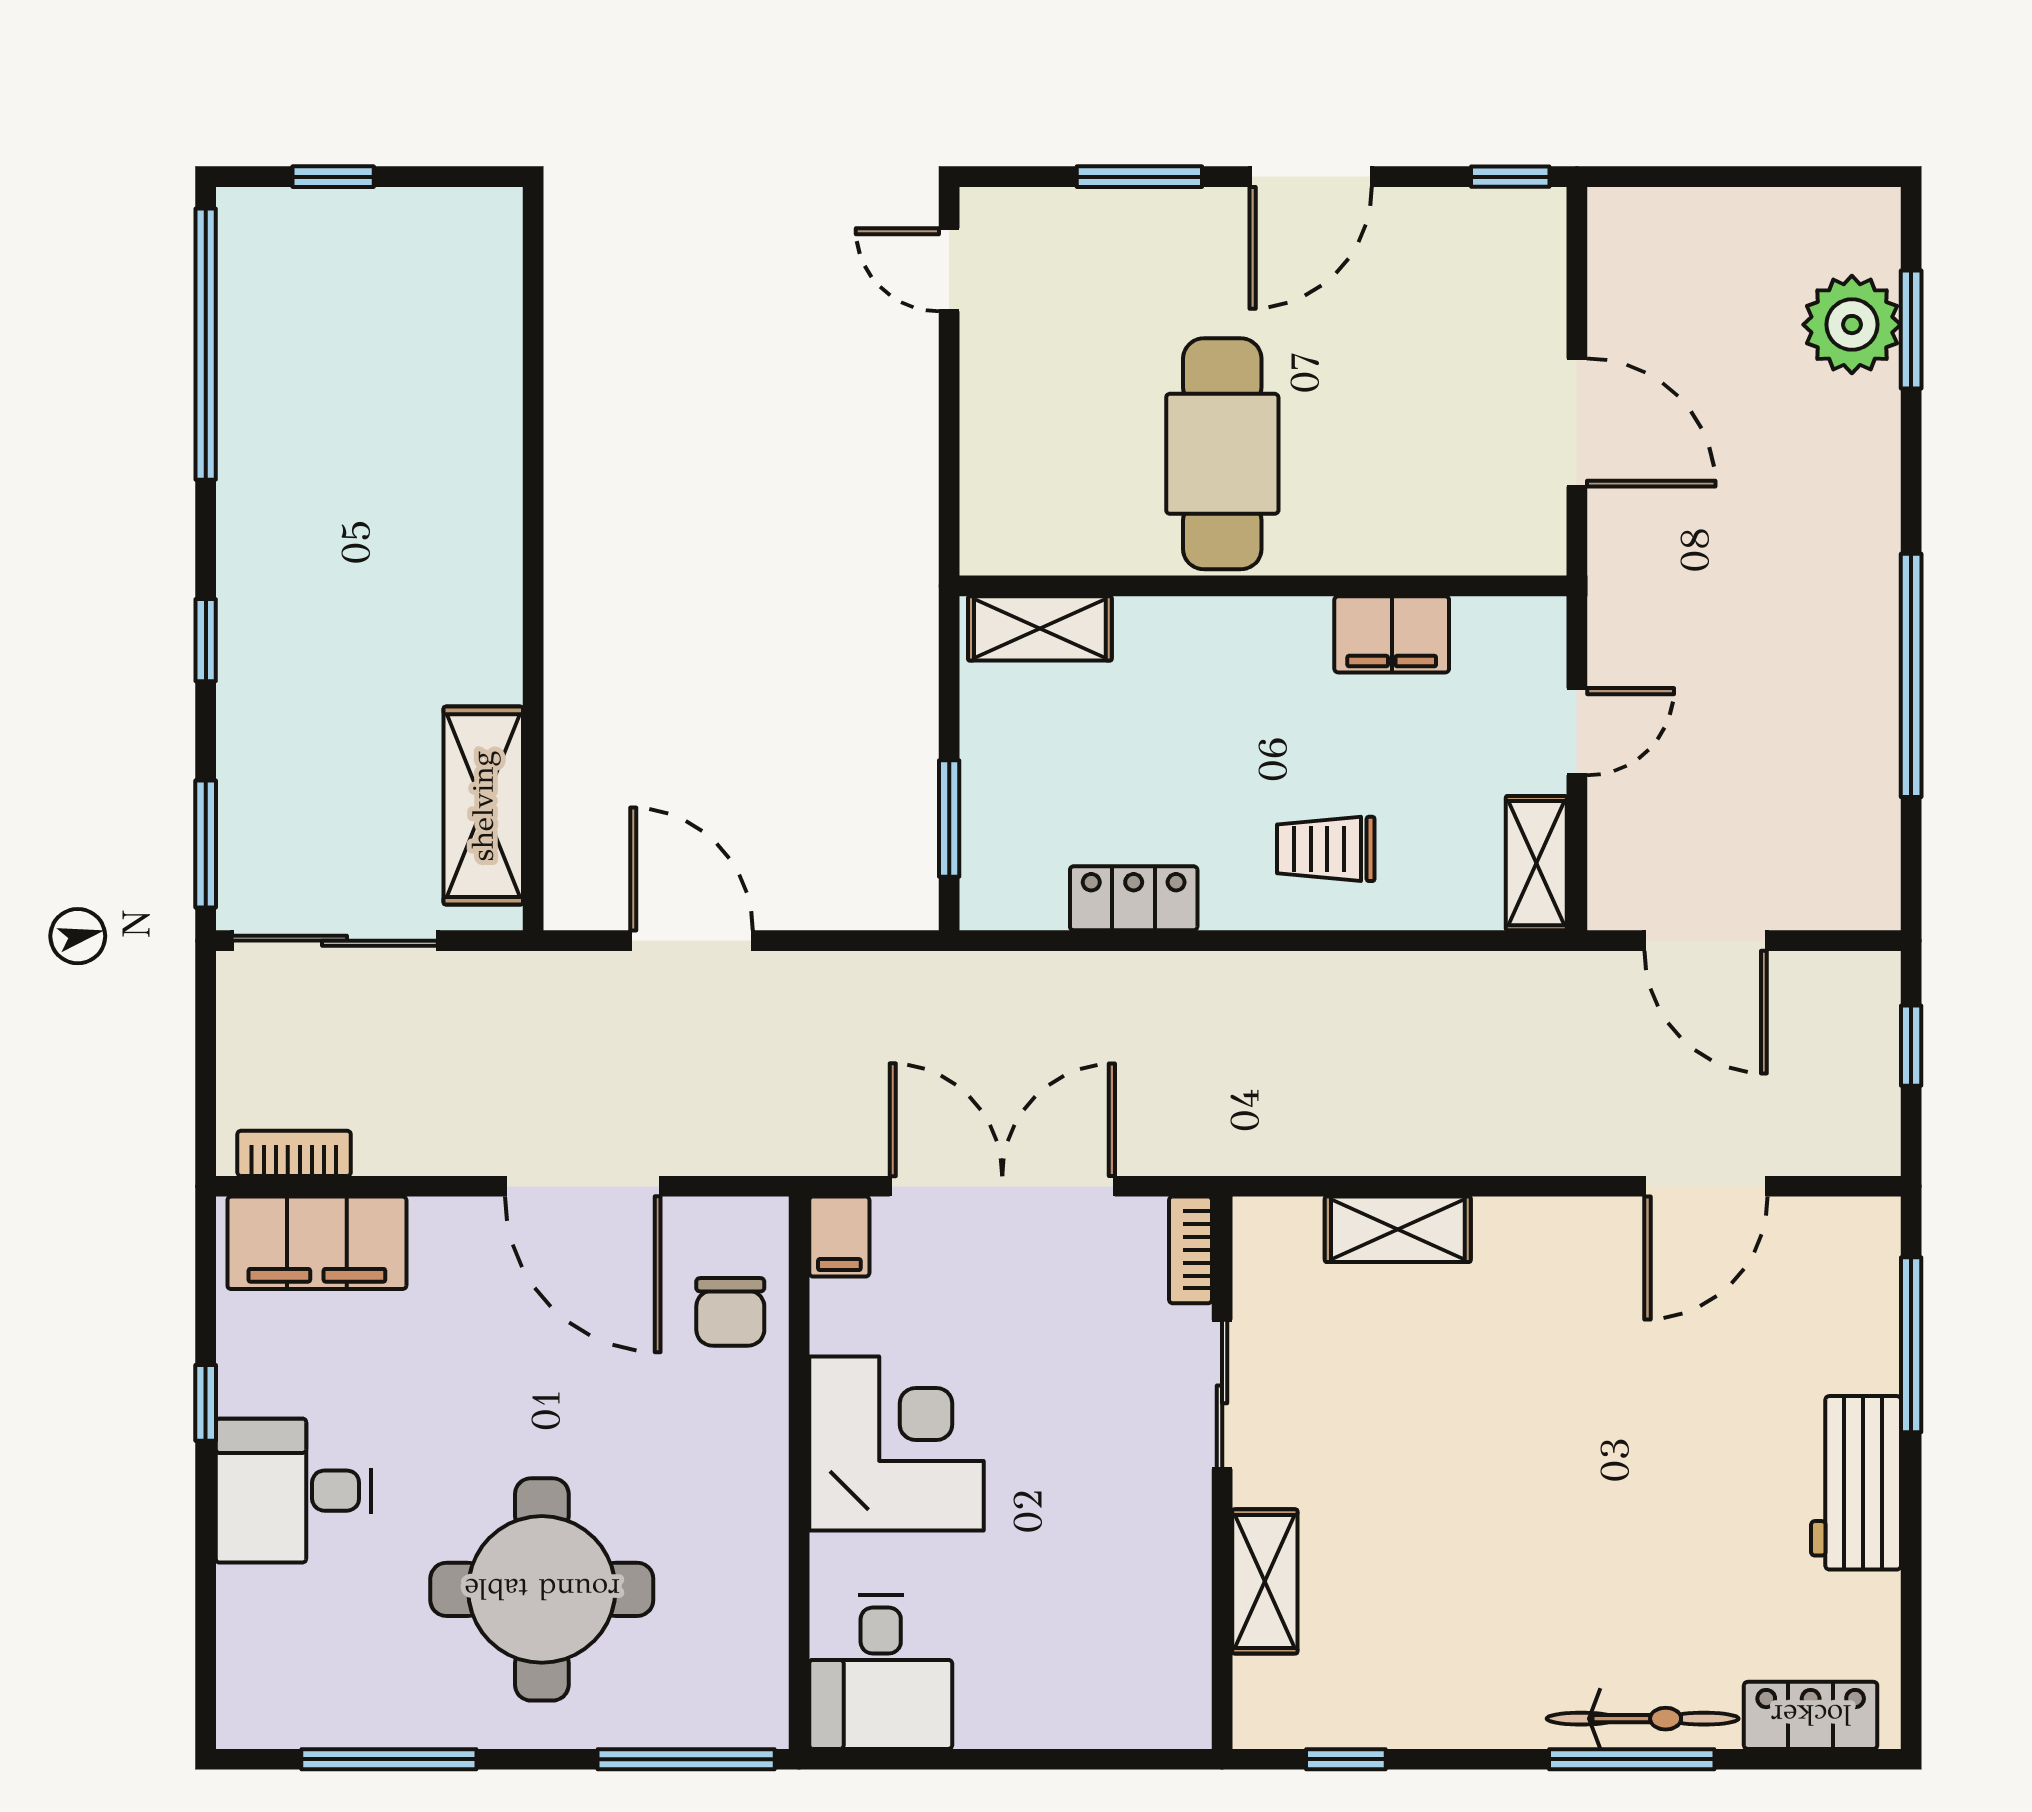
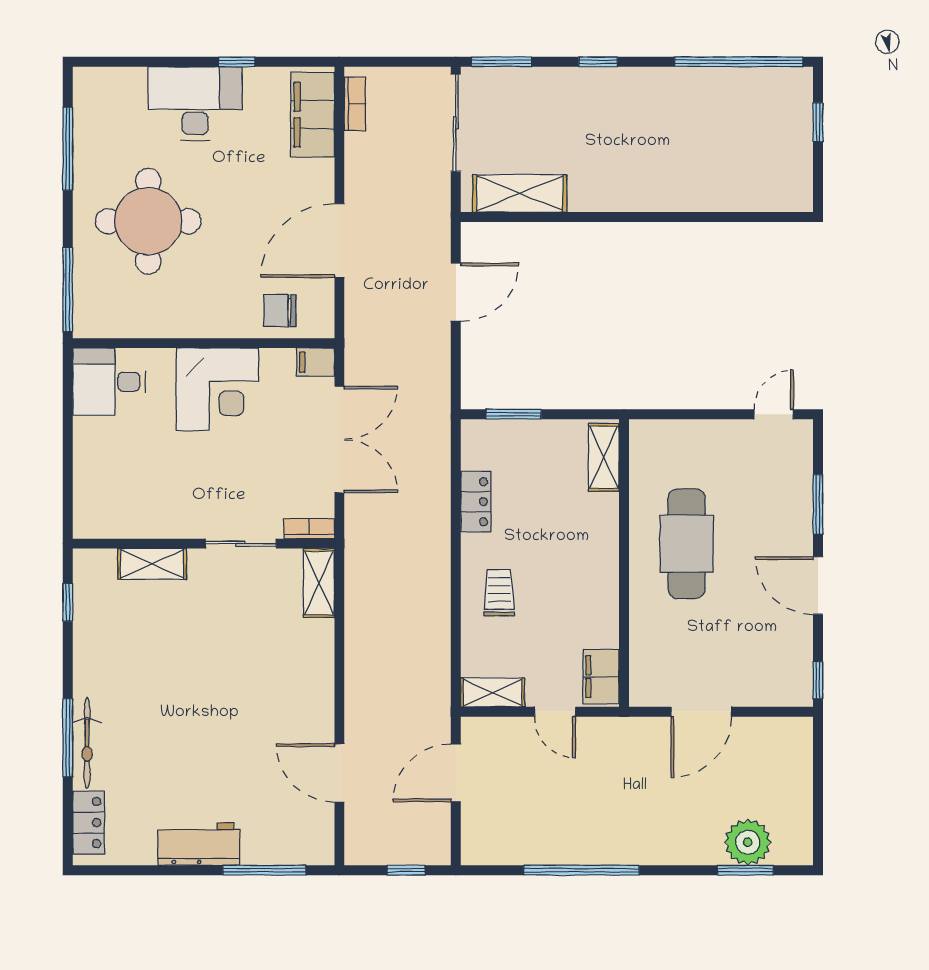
cafe table: (1222, 454) -> (687, 544), turned 90
filing cabinet: (1392, 634) -> (601, 677), moved
shelving: (1398, 1229) -> (319, 583), moved
desk: (294, 1491) -> (195, 104), width x1.37

